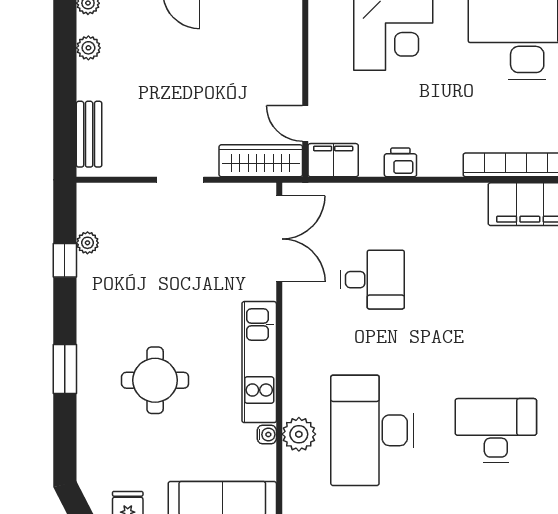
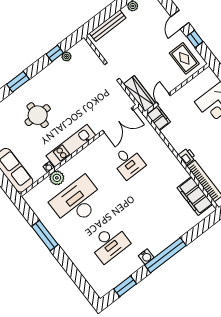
rug: (259, 27) -> (184, 58), added
bench: (89, 134) -> (108, 26), width x1.36
printer: (400, 162) -> (187, 156), moved
desk: (496, 430) -> (109, 243), turned 90

